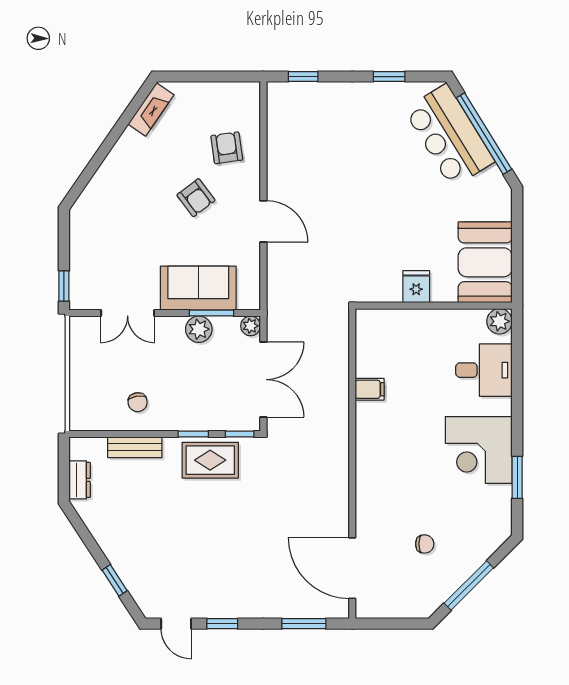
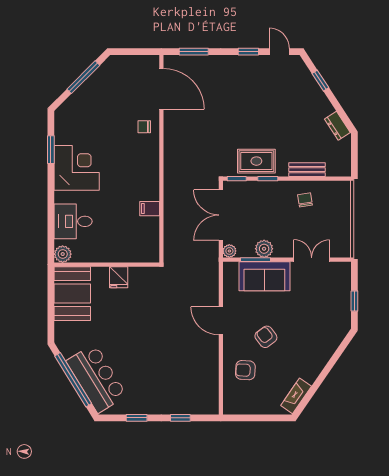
window: (303, 77) -> (180, 418), moved
armchair: (227, 148) -> (245, 370), turned 101
window: (64, 286) -> (354, 301), moved
dresser: (80, 480) -> (337, 126), moved, turned -33
chair: (425, 544) -> (144, 127), moved

